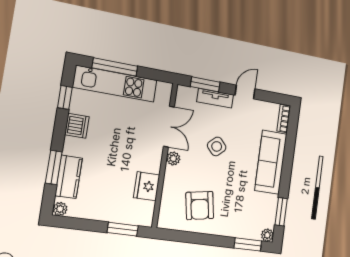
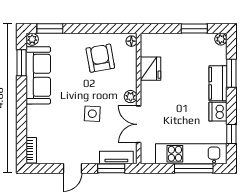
tv unit: (215, 98) -> (116, 157), moved
side table: (217, 146) -> (92, 114), turned 45
sofa: (271, 162) -> (38, 75), moved
kitchen counter: (69, 177) -> (218, 83), moved
floor lamp: (163, 220) -> (131, 41), added
window: (123, 229) -> (194, 29), moved

